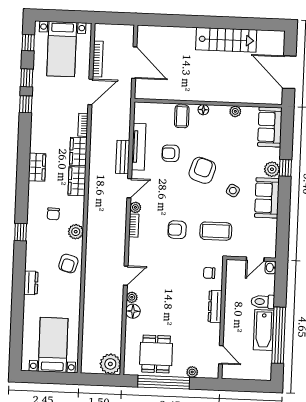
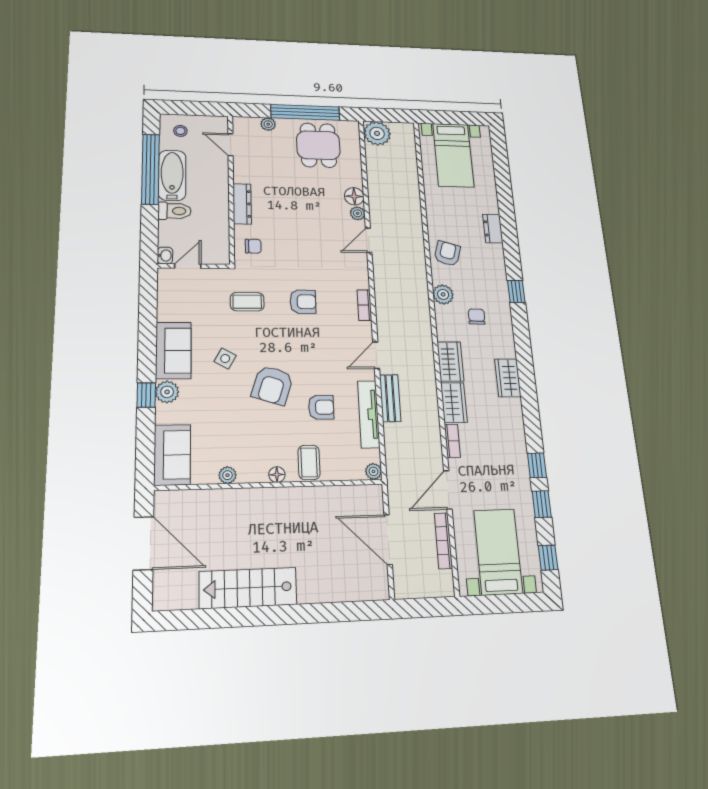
plant: (135, 207) -> (373, 471), moved
coffee table: (216, 231) -> (247, 302), width x0.73, depth x0.77
stool: (257, 366) -> (180, 131), added

